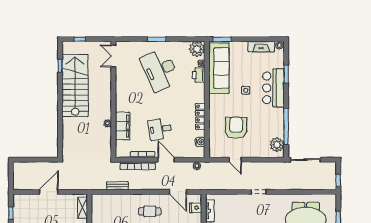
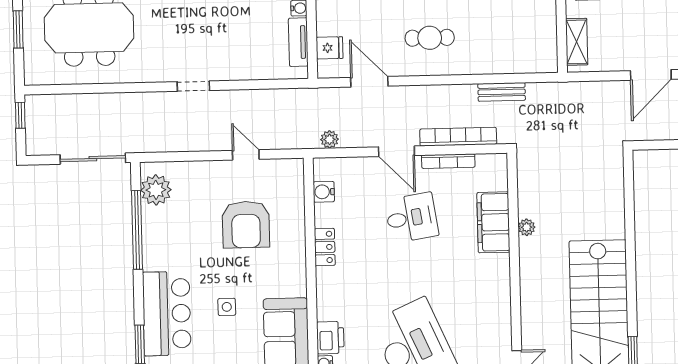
locker: (200, 117) -> (325, 247), width x0.66

